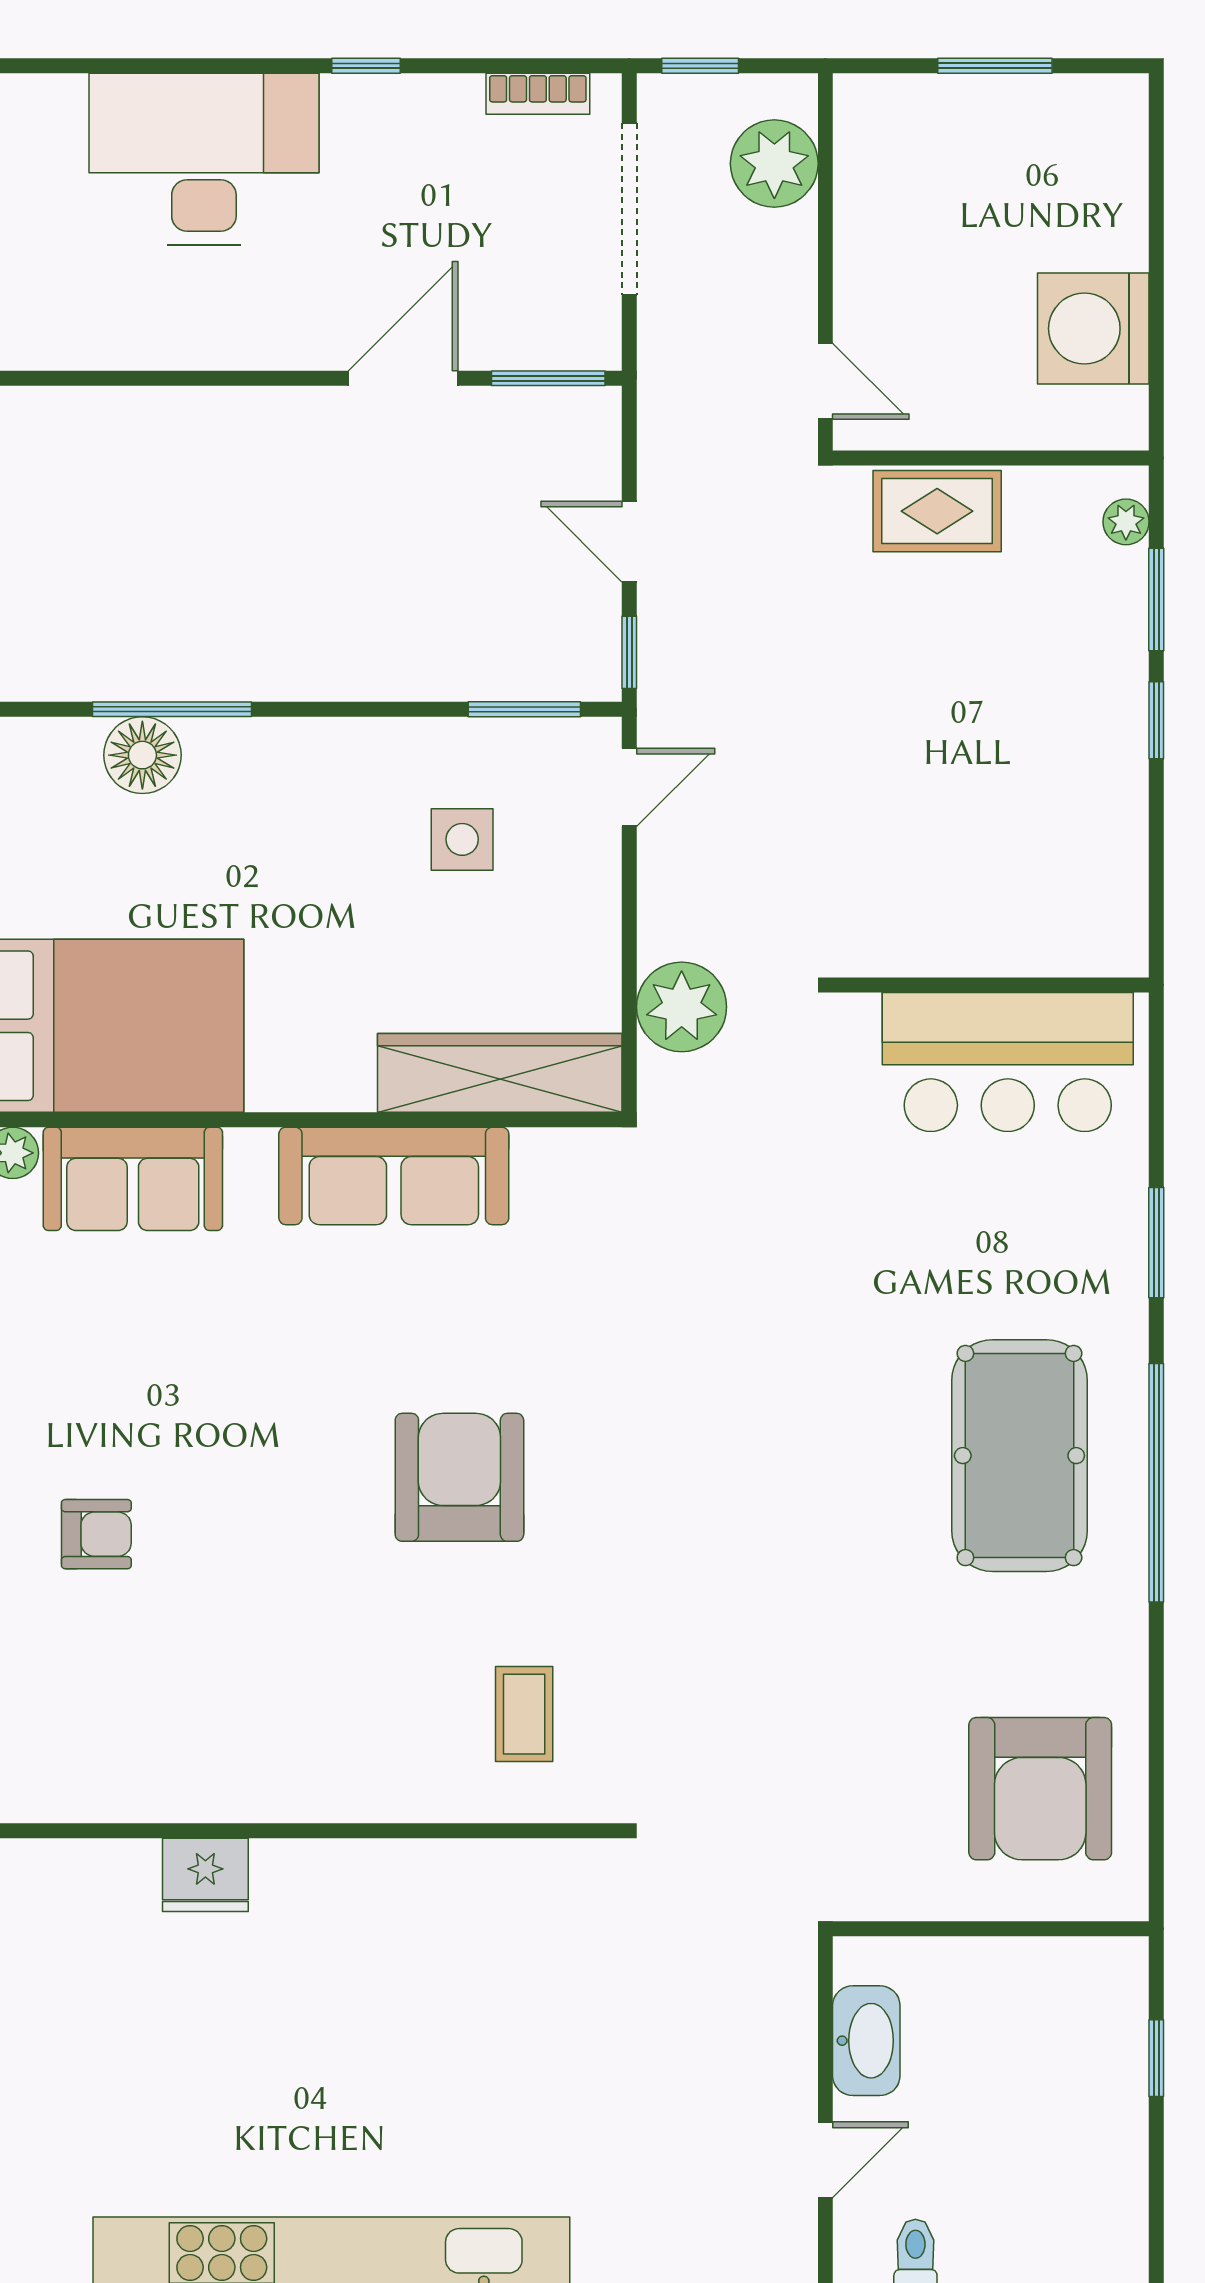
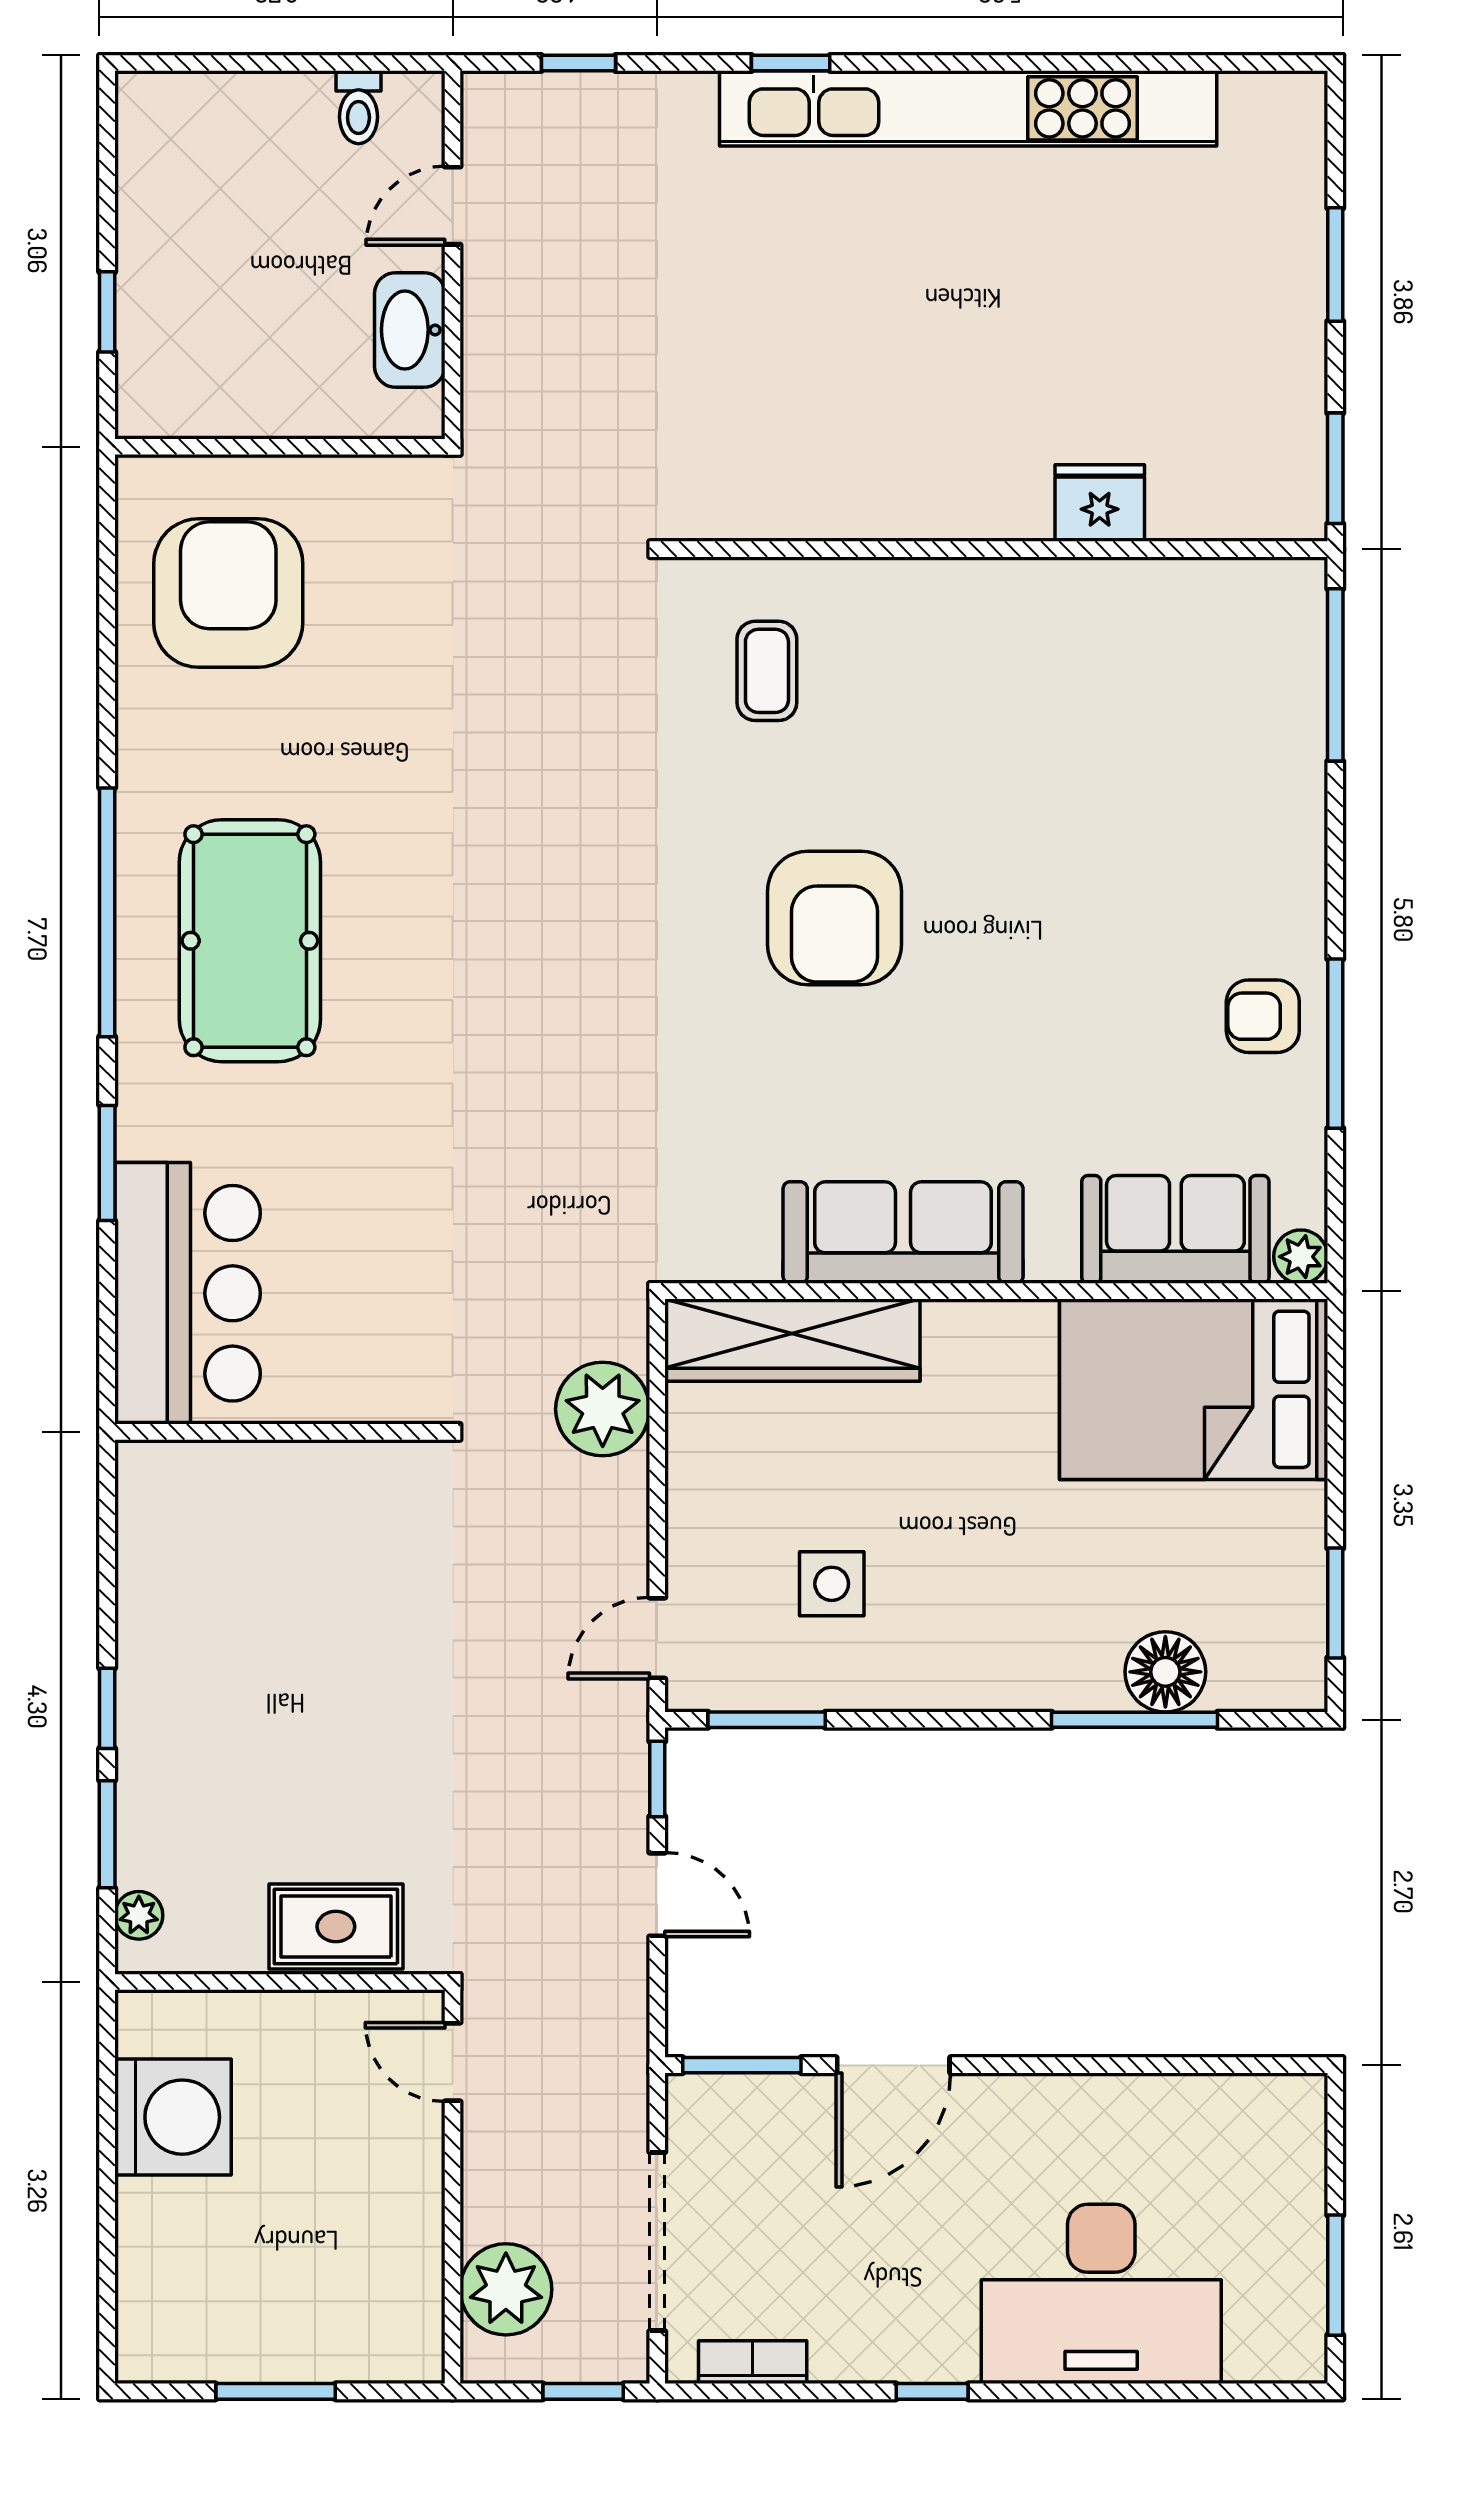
bar counter: (1008, 1062) -> (188, 1293), moved, turned 90
armchair: (96, 1534) -> (1263, 1016), moved

